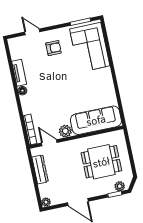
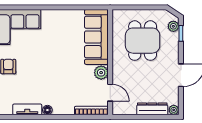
door: (49, 143) -> (110, 93), swing flipped
dresser: (40, 169) -> (152, 109), moved

